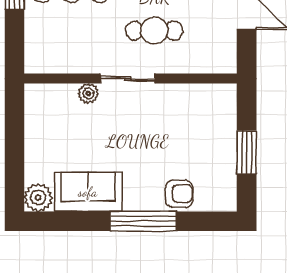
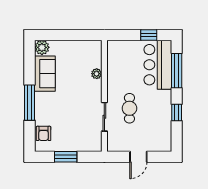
sliding door: (128, 79) -> (104, 117), moved
armchair: (179, 194) -> (43, 133), moved

